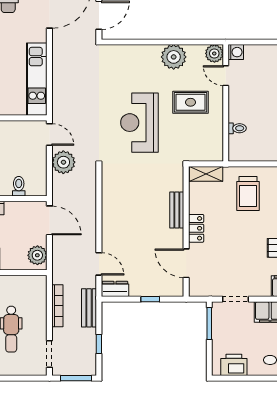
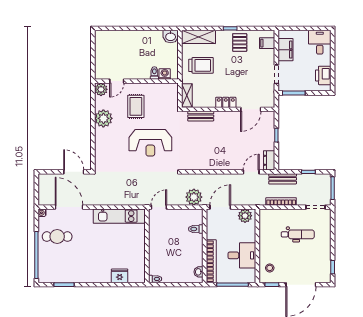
washing machine: (236, 52) -> (165, 74), moved
plant: (63, 162) -> (194, 197), moved
bench: (177, 210) -> (201, 116), moved

